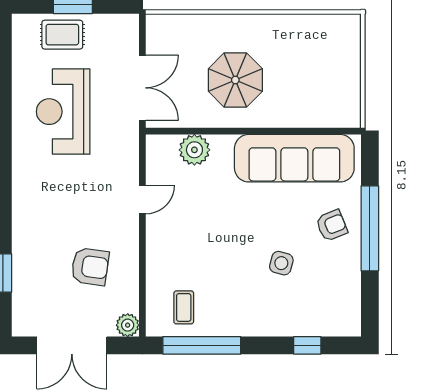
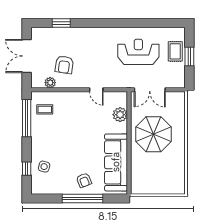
parasol: (235, 80) -> (153, 134), width x1.36, depth x1.36
side table: (281, 263) -> (44, 167), moved
plant: (128, 325) -> (50, 83), moved

